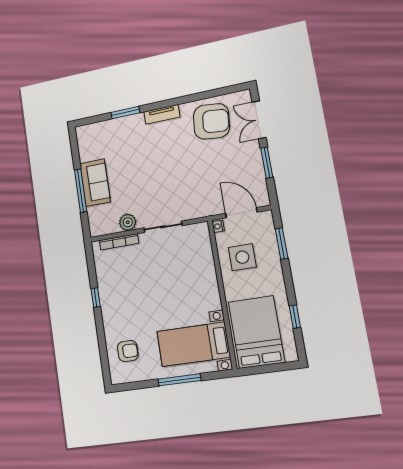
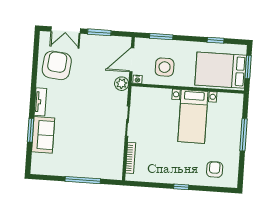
sofa: (95, 183) -> (43, 135), moved, turned 90
plant: (128, 222) -> (122, 84), moved
window: (96, 298) -> (181, 187), moved
bed with nightstands: (193, 344) -> (193, 116), moved
window: (270, 368) -> (248, 67), added

